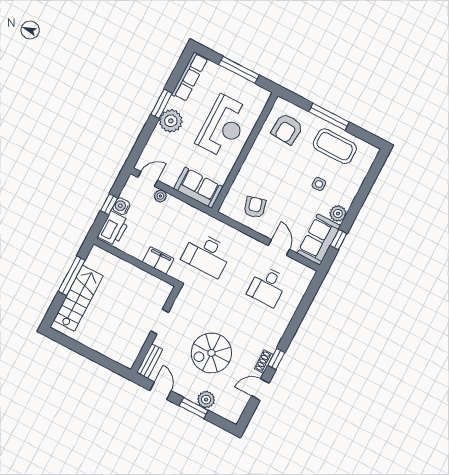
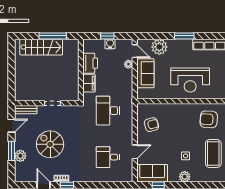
plant: (171, 121) -> (159, 47), moved
sofa: (198, 188) -> (145, 73), moved
plant: (338, 213) -> (185, 177), moved
printer: (114, 228) -> (90, 63), moved, turned -90

